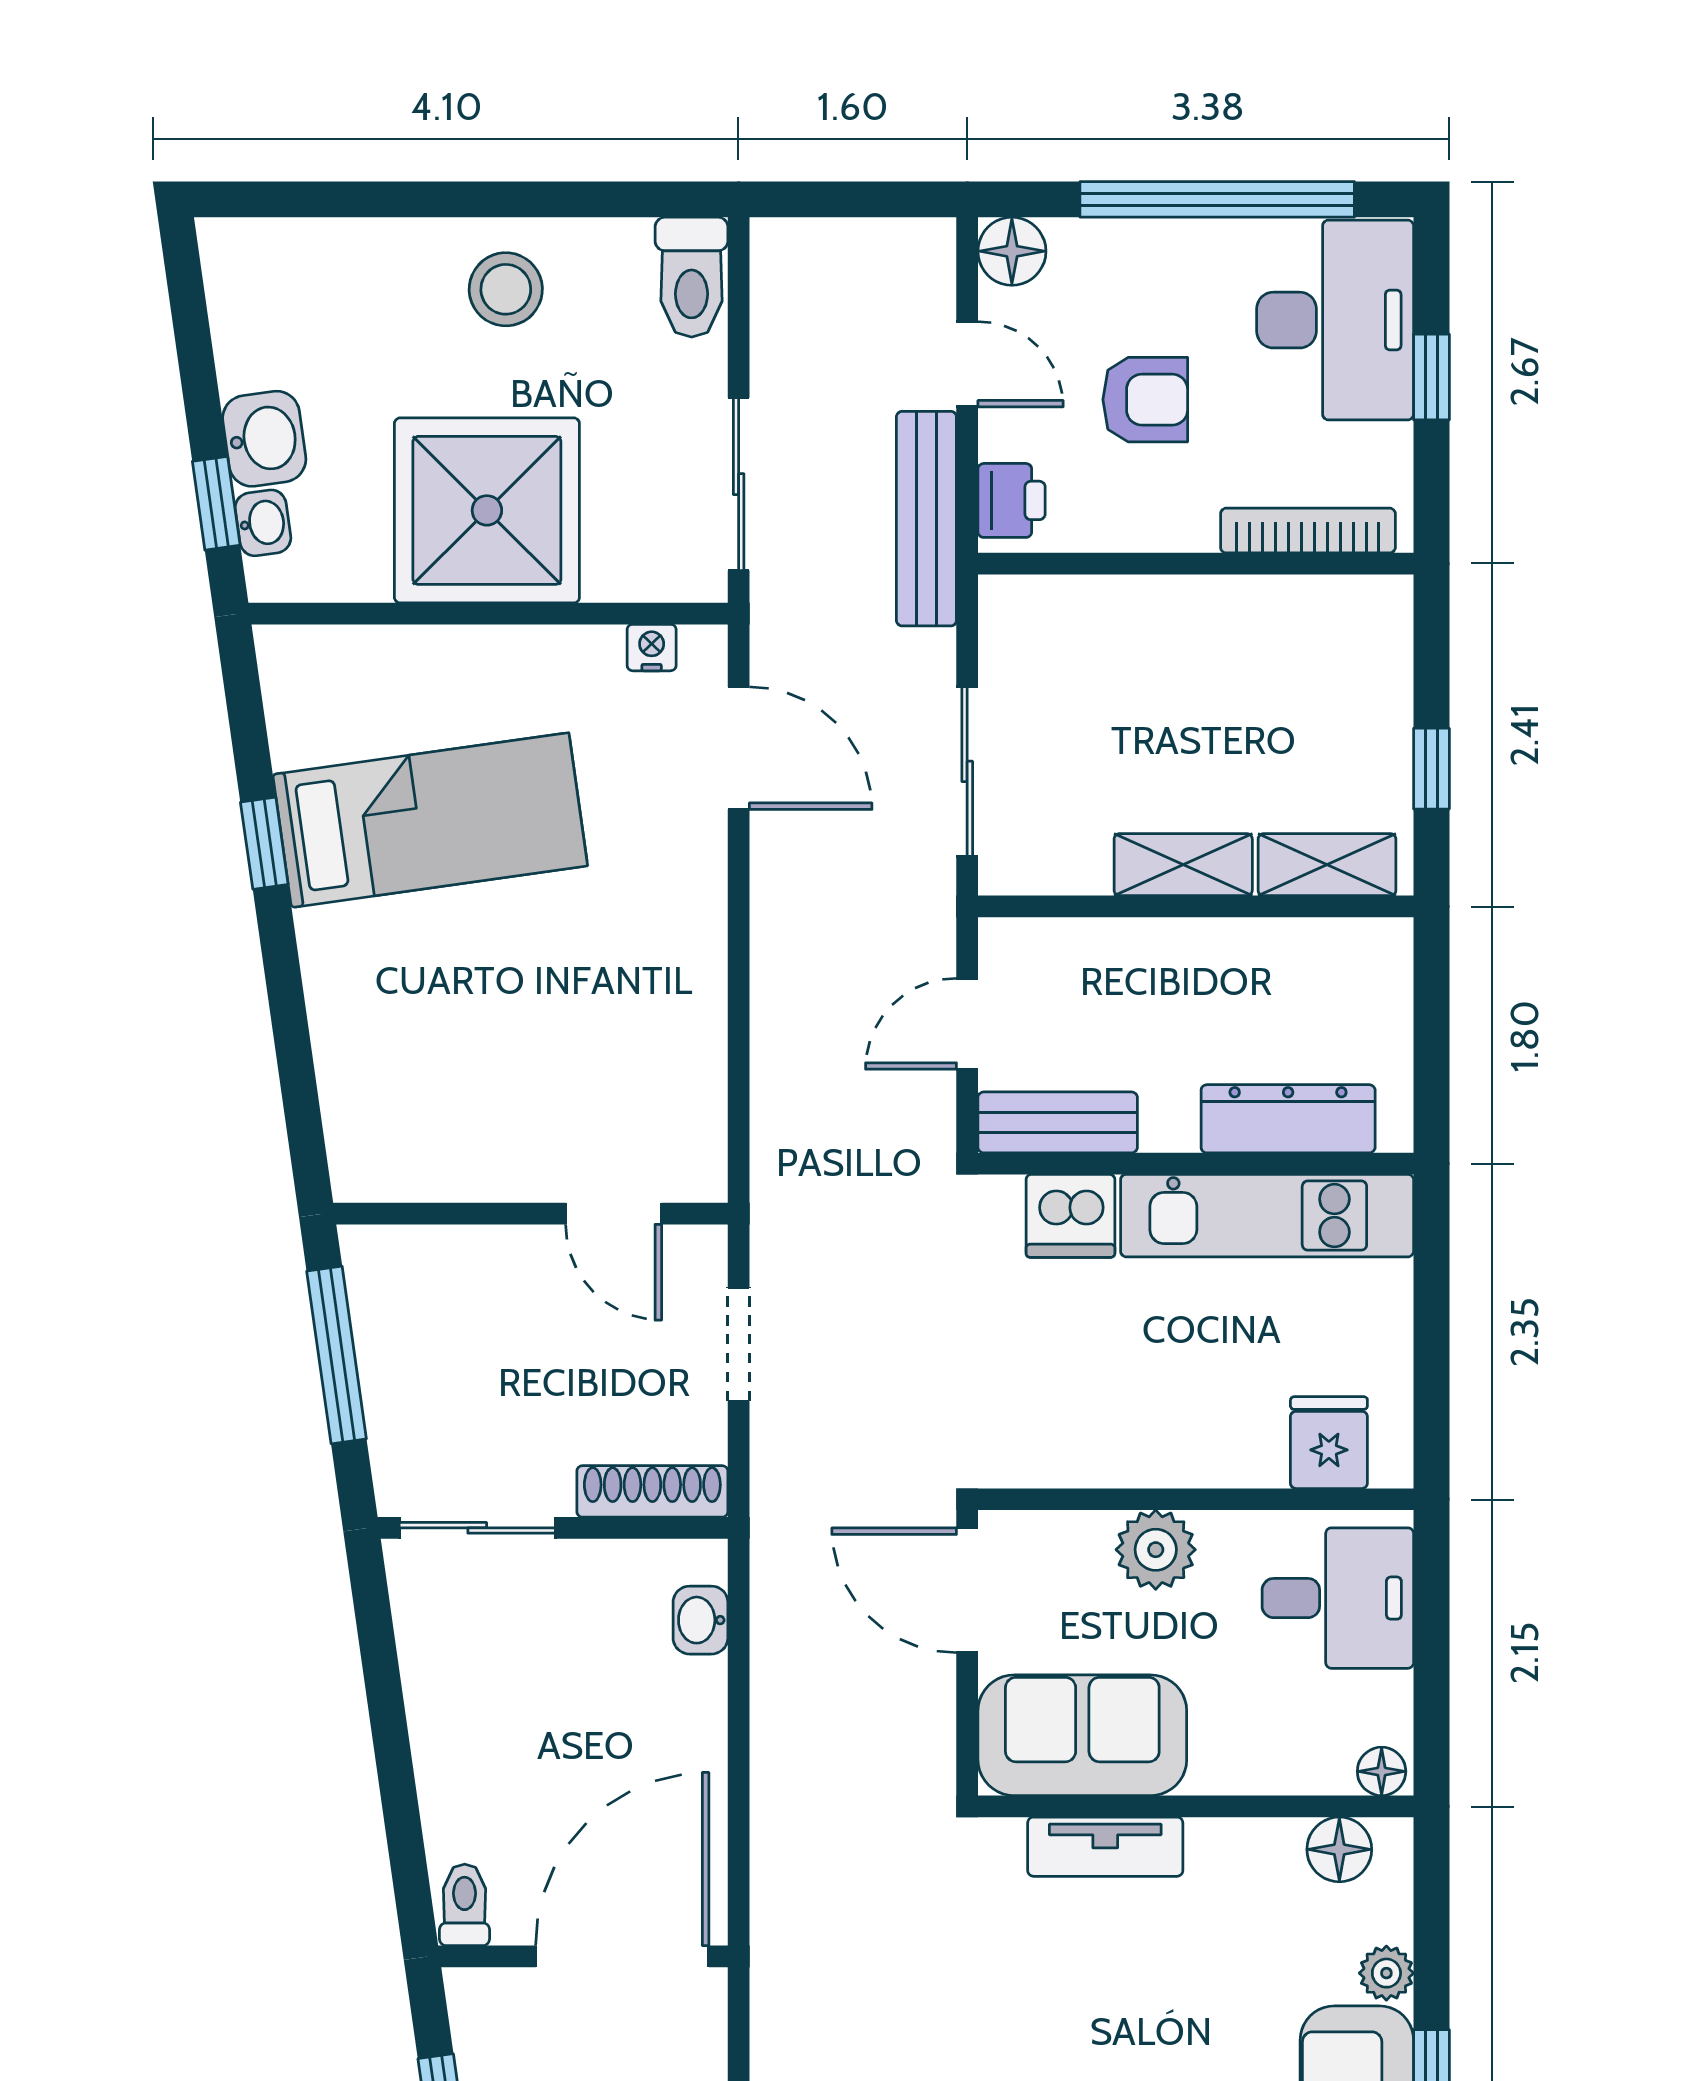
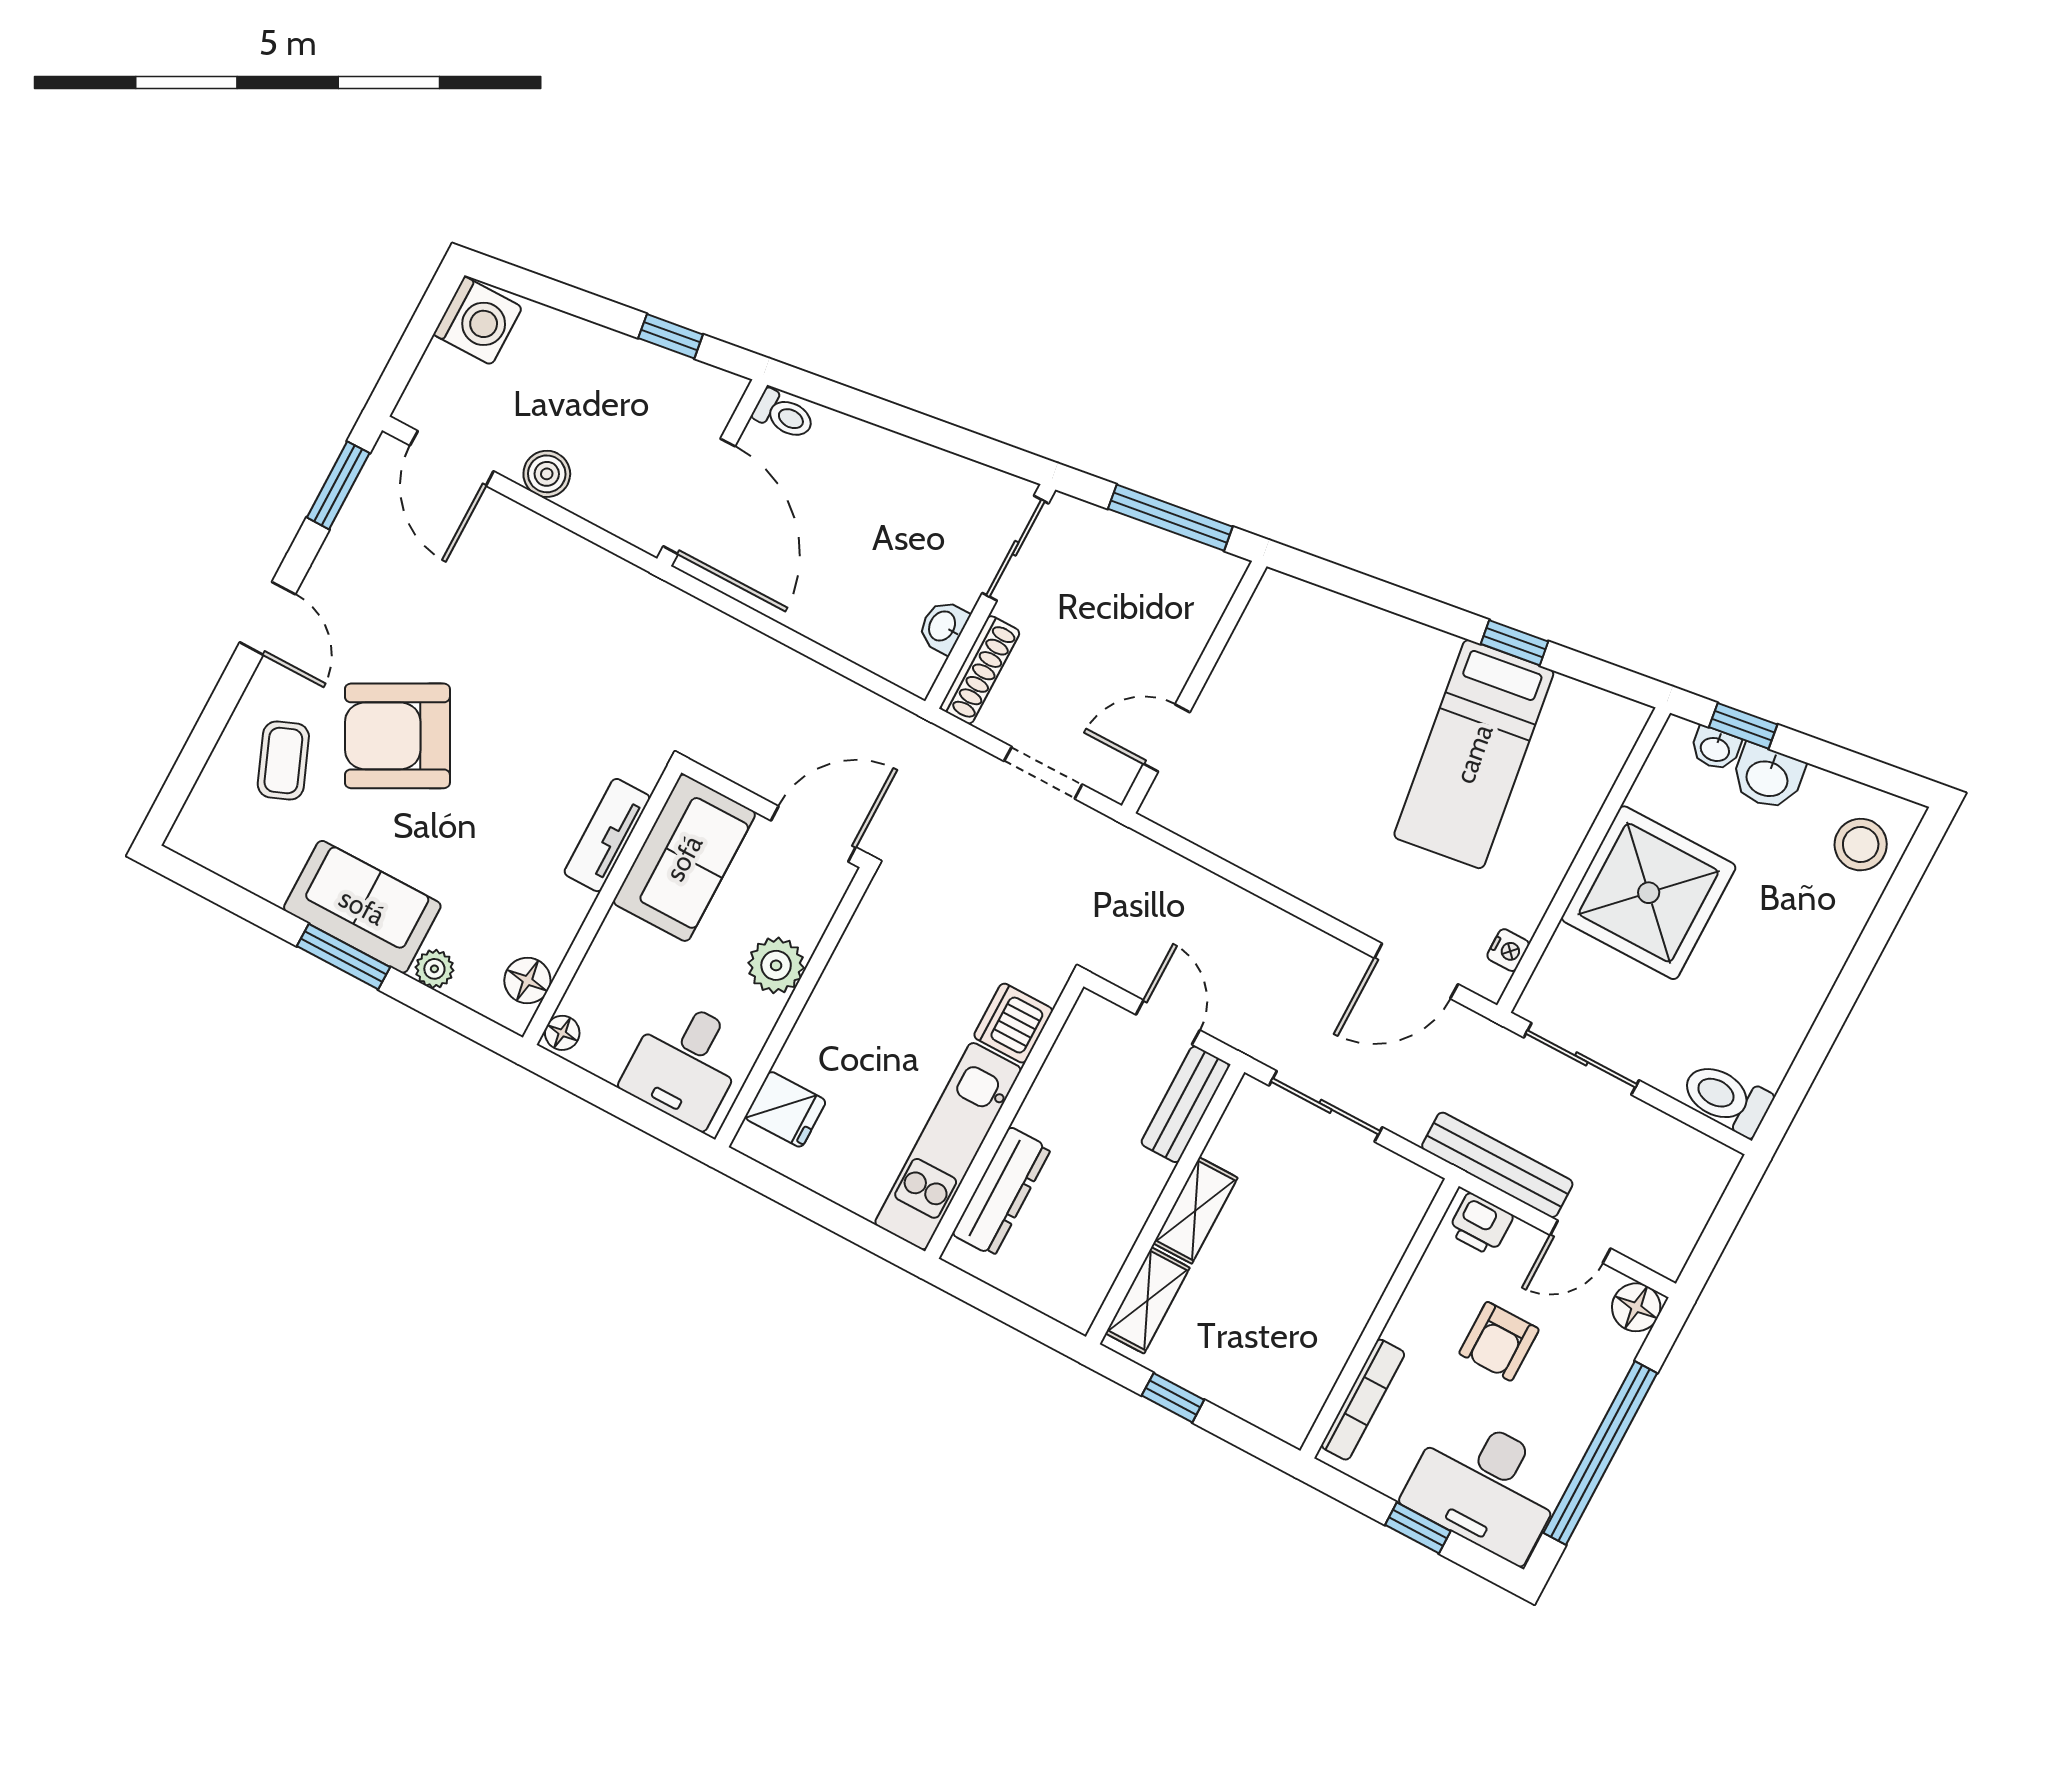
stool: (506, 289) -> (1861, 845), moved
bench: (1058, 1122) -> (1185, 1104), moved
washbasin: (700, 1620) -> (943, 627), moved, turned -90

